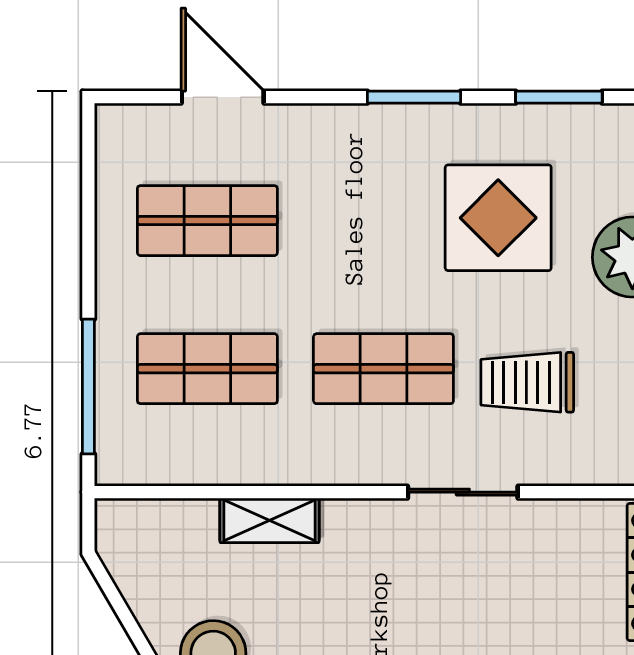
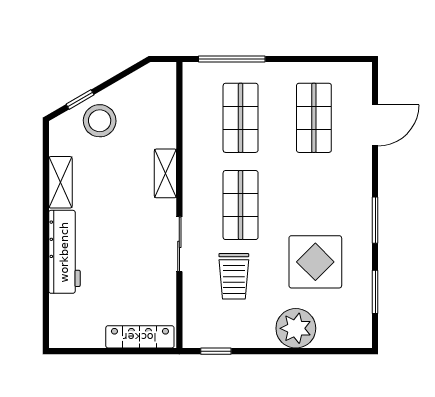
trolley: (527, 382) -> (234, 276), turned 180
shelving: (269, 520) -> (165, 173), moved

